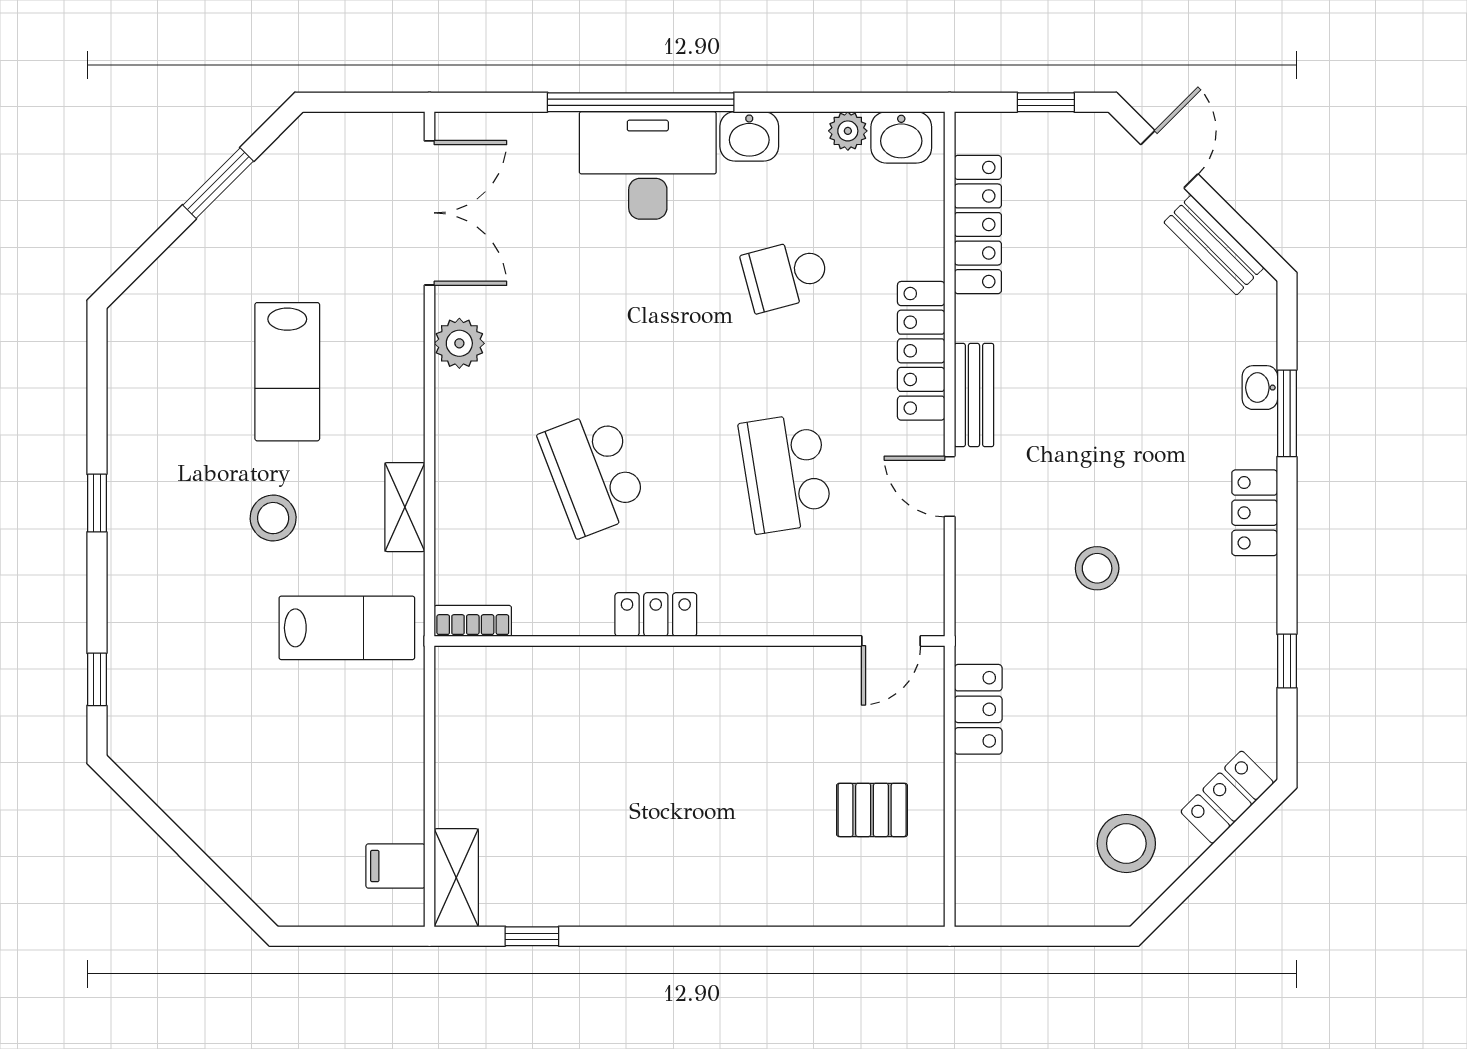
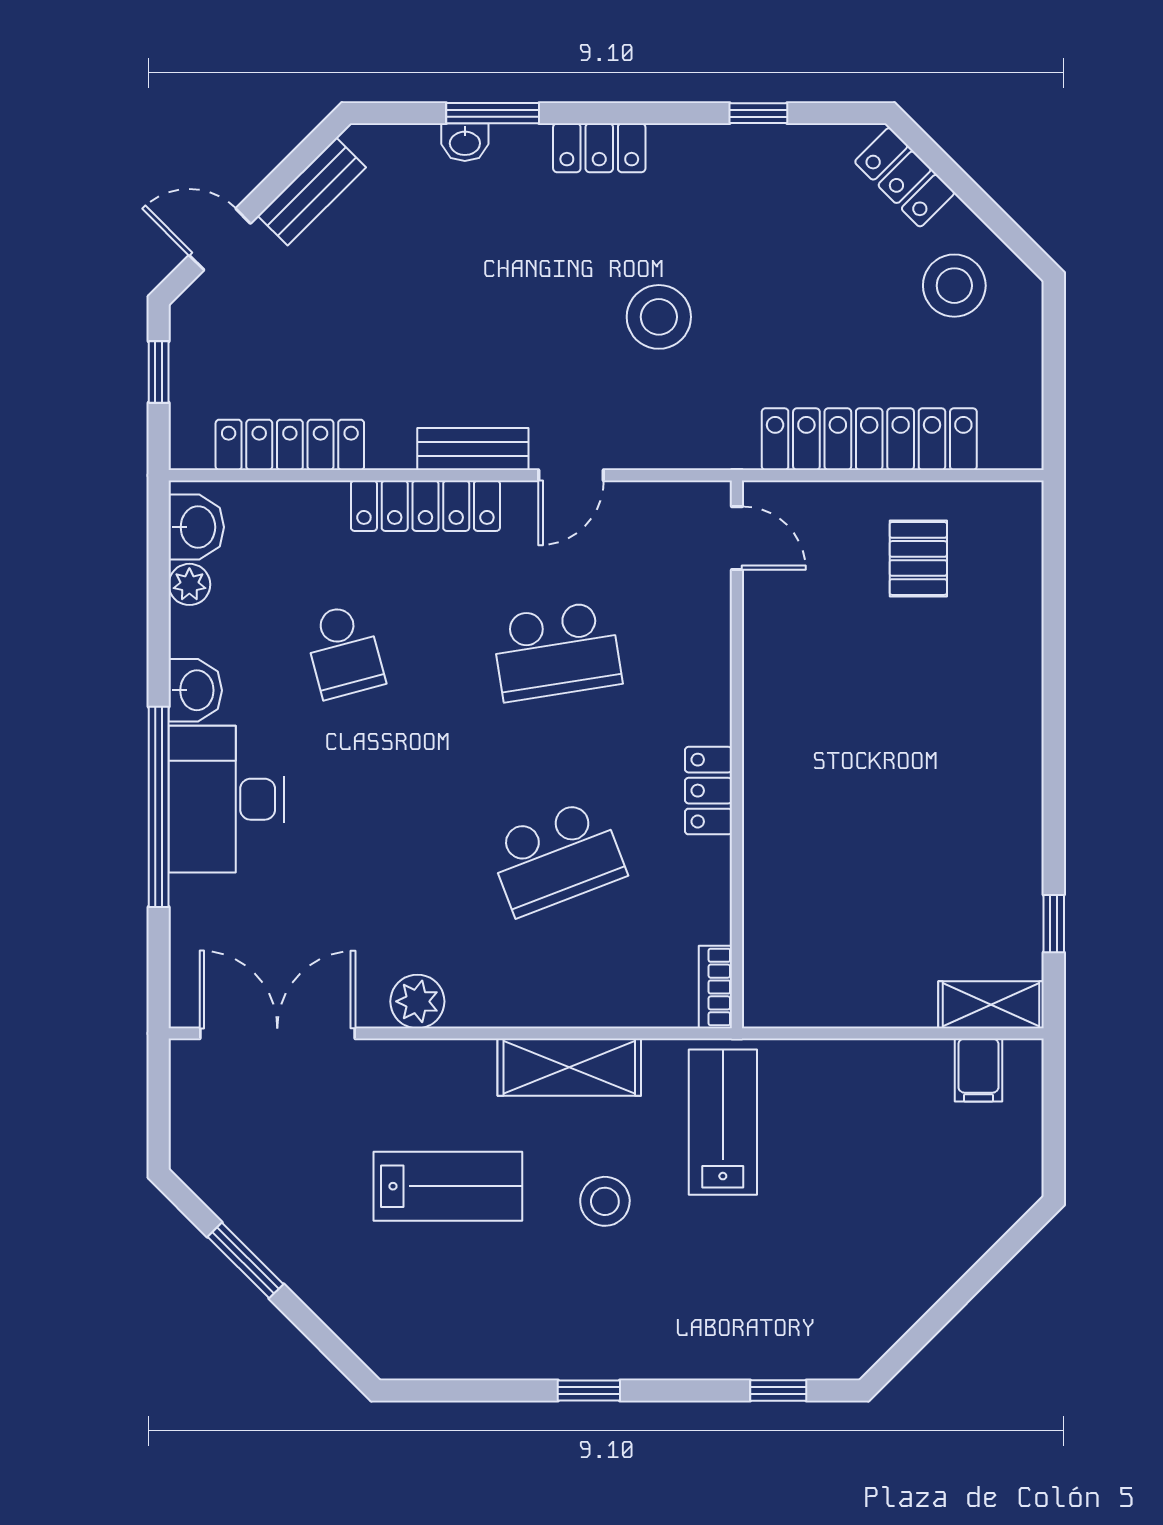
shelving: (405, 507) -> (569, 1067), width x1.50, depth x1.33
stool: (1097, 568) -> (659, 317), width x1.38, depth x1.38
locker: (978, 709) -> (869, 439), width x2.16, depth x1.21

